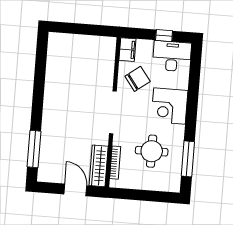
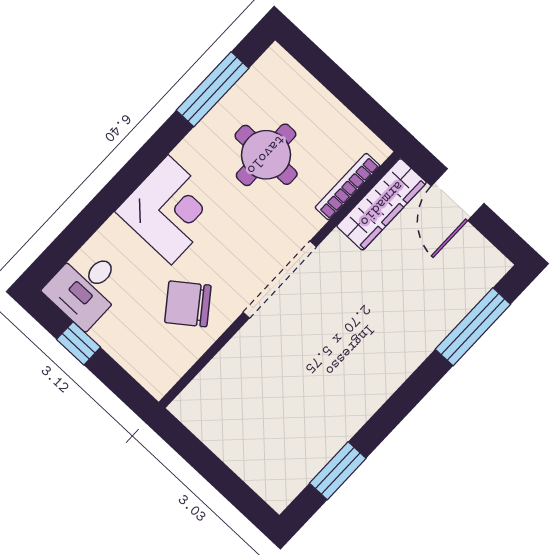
filing cabinet: (127, 50) -> (164, 371), removed
desk: (172, 56) -> (86, 287), width x0.73
window: (41, 63) -> (338, 471), added

